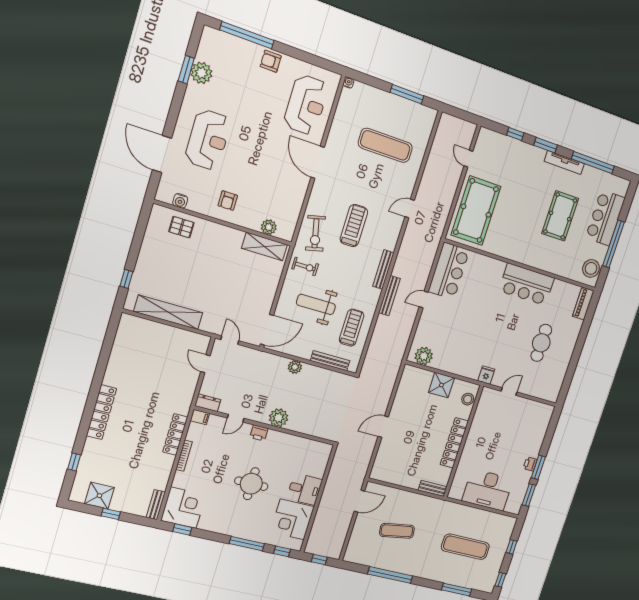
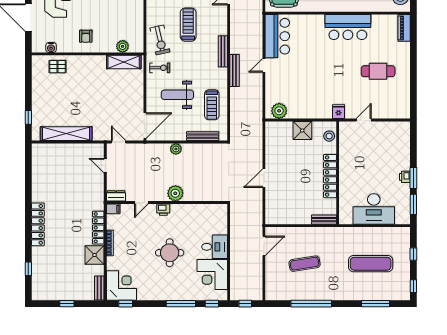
treadmill: (352, 328) -> (212, 105), turned 180
cafe table: (541, 343) -> (378, 71), turned 90
shower: (99, 496) -> (95, 255), moved

